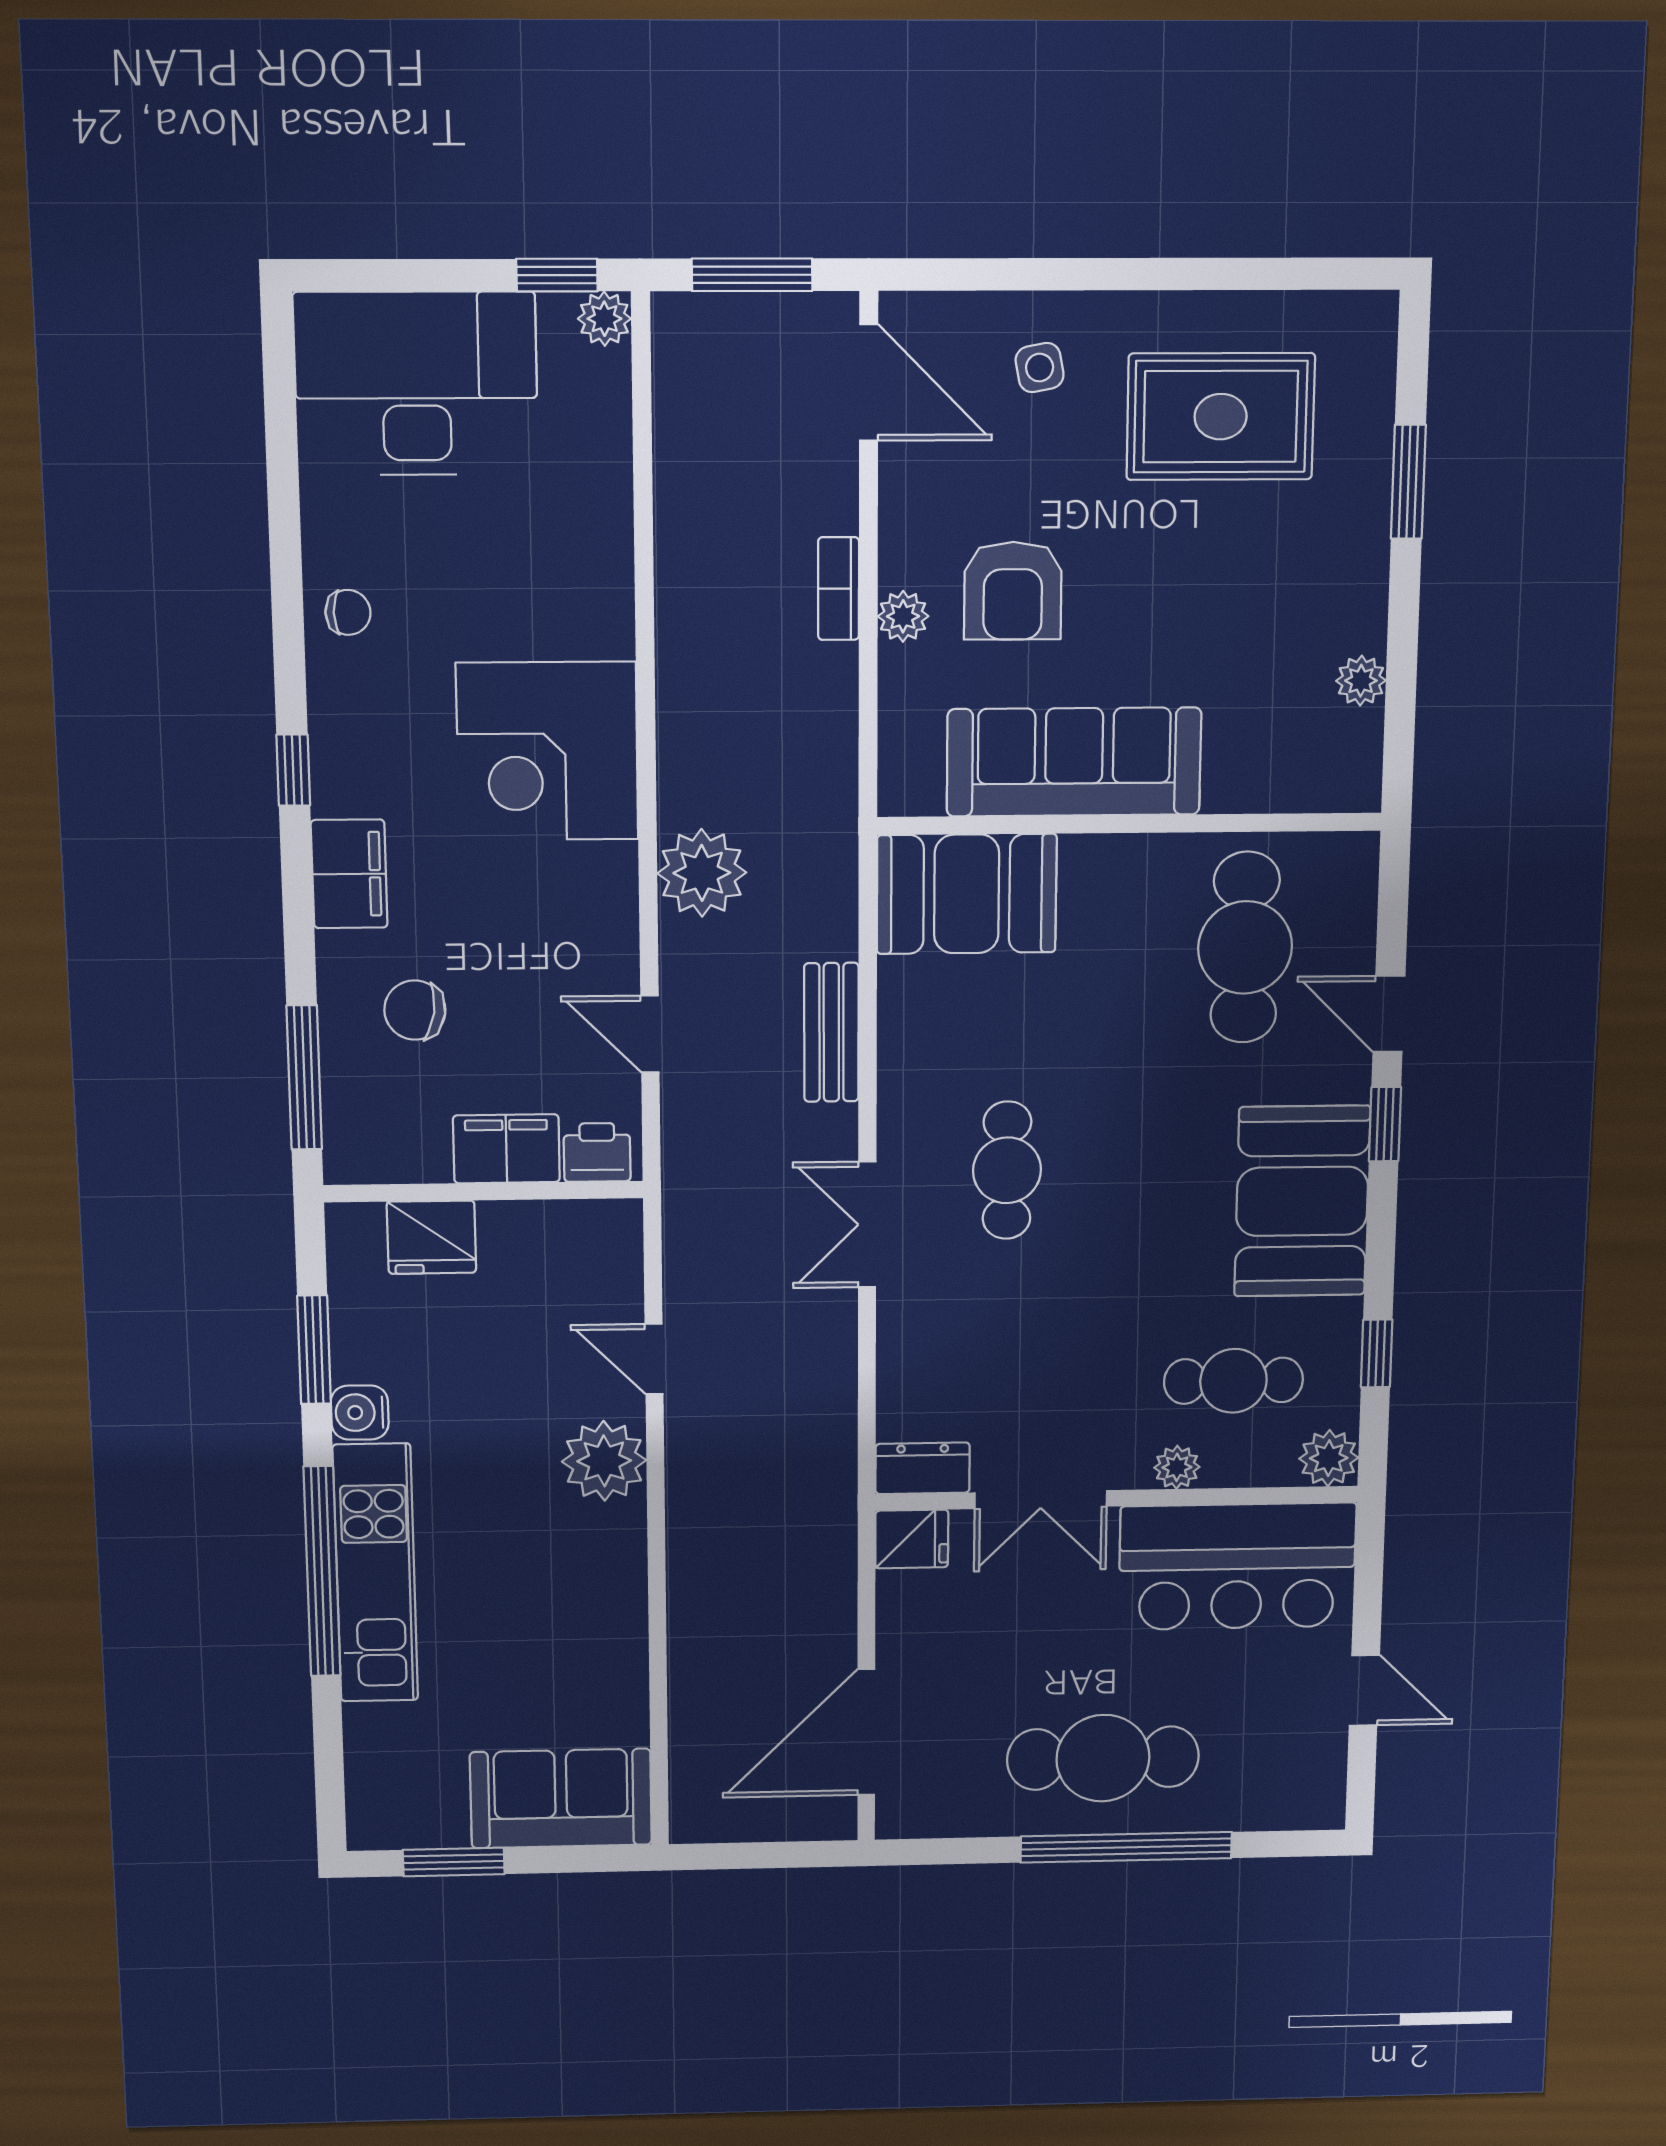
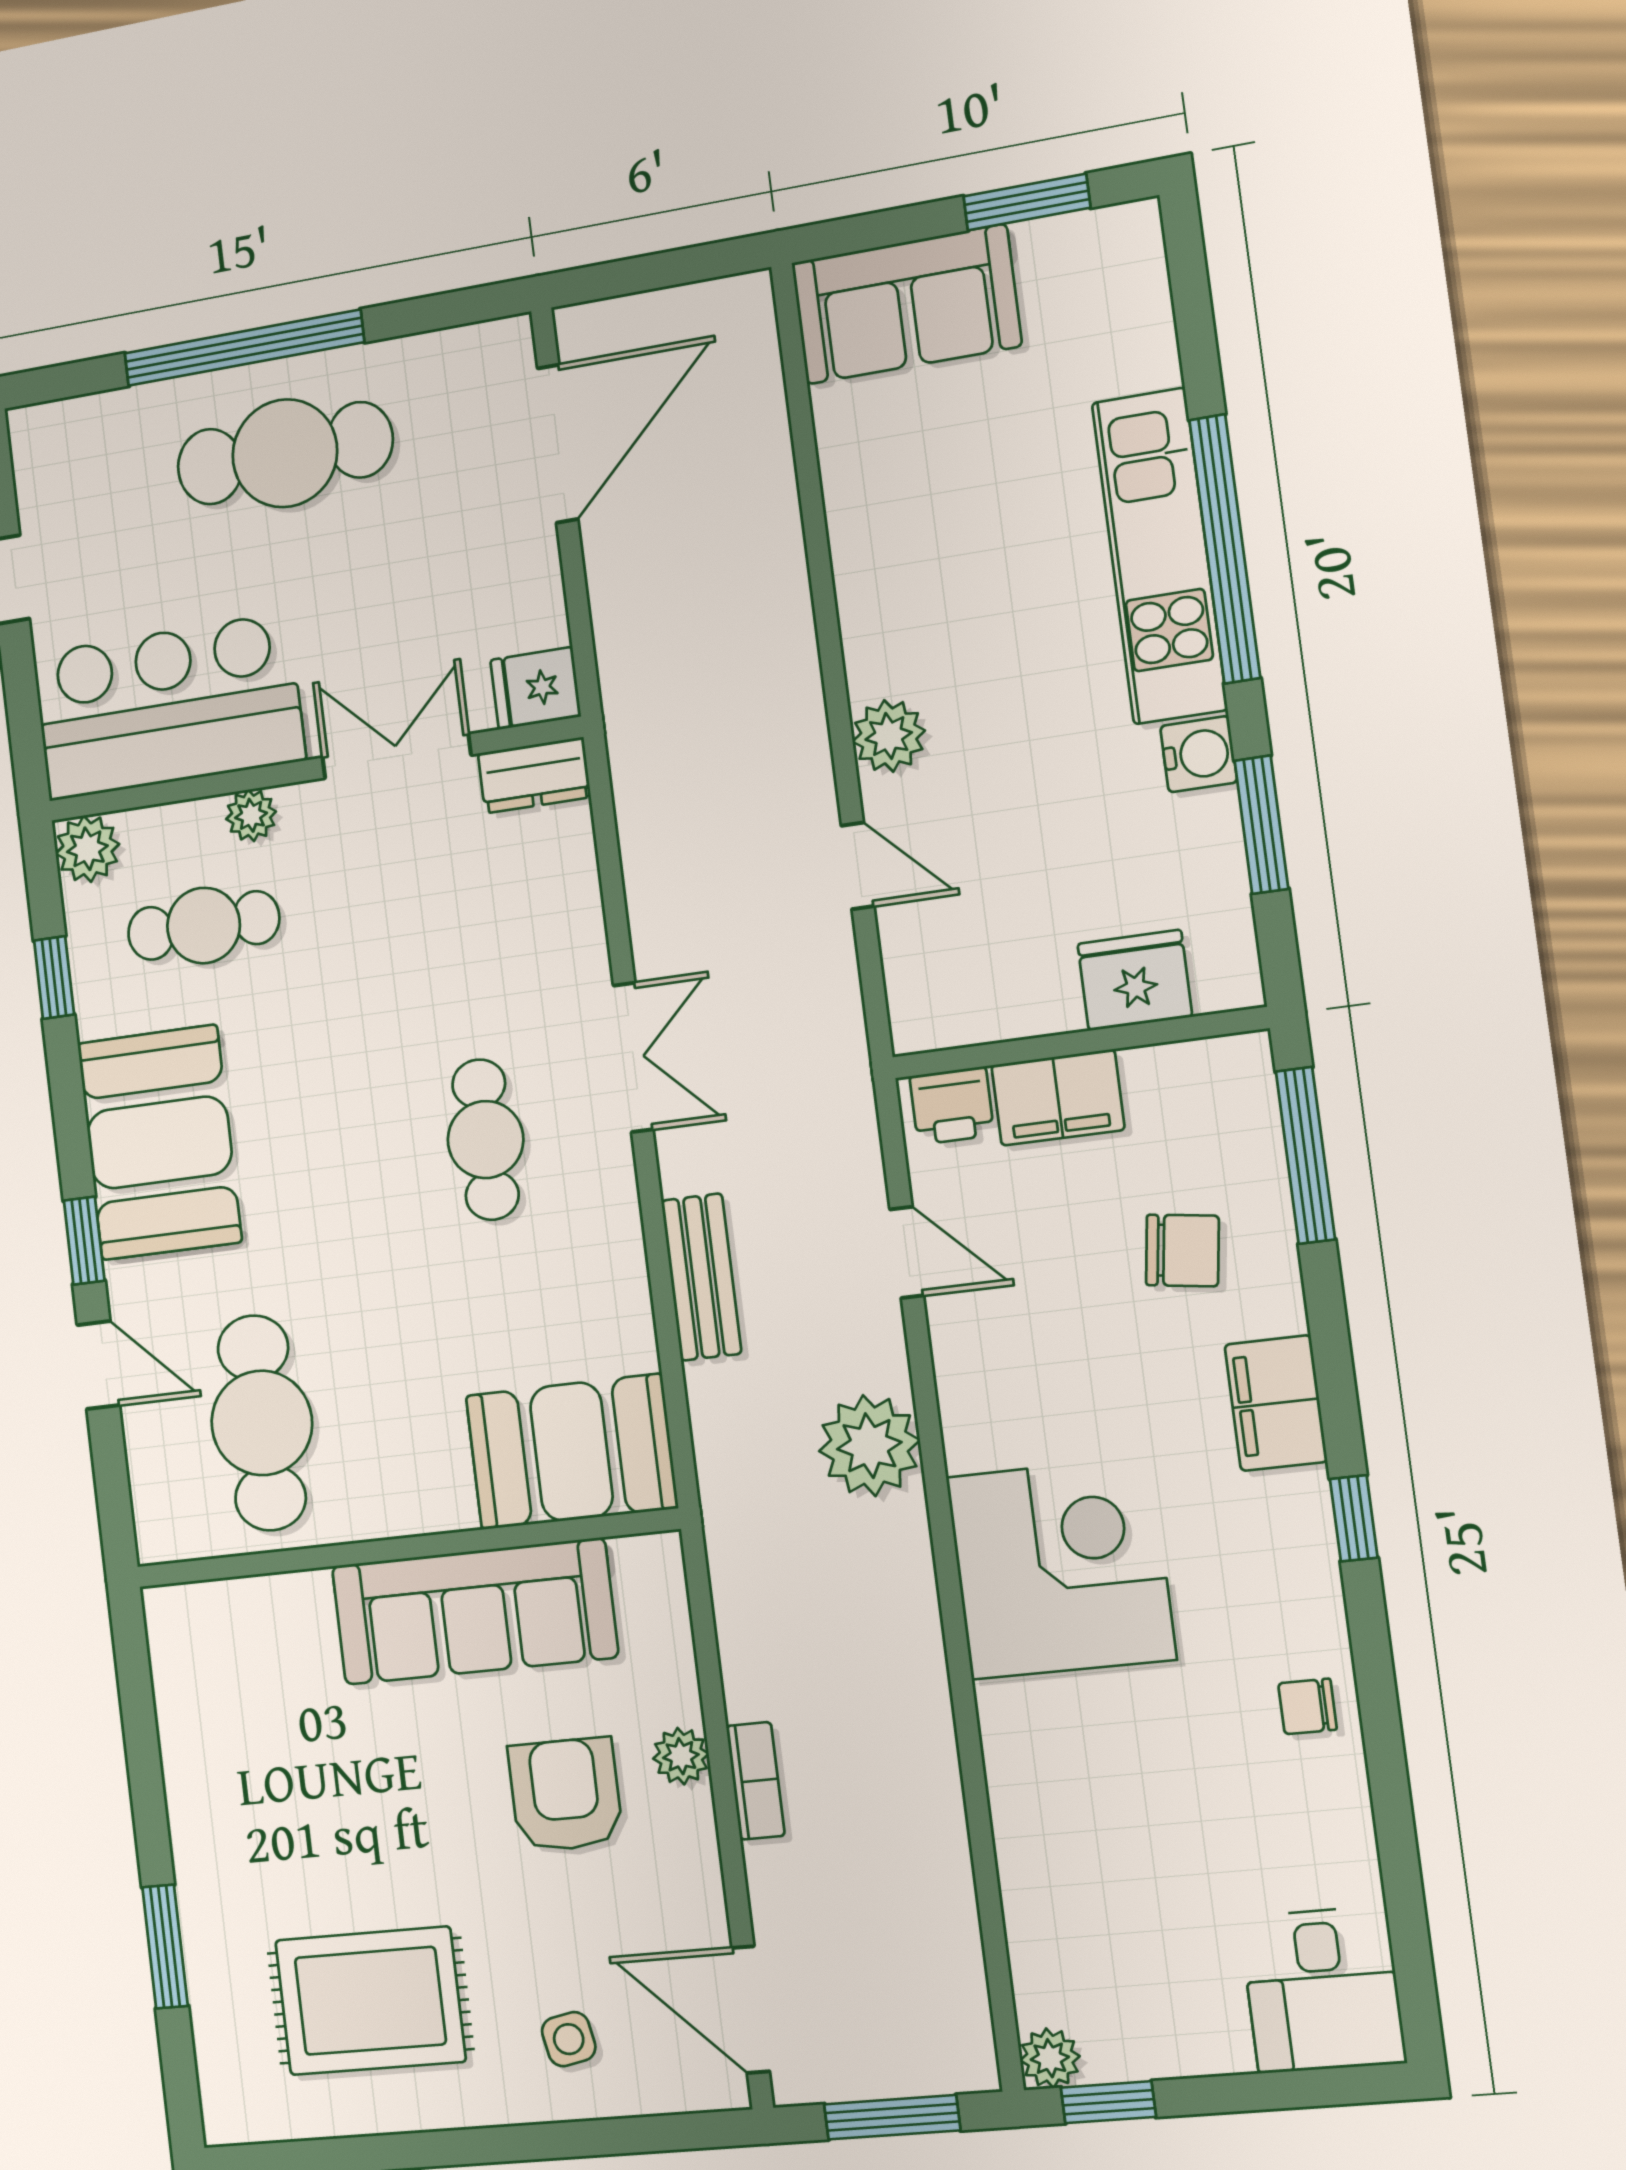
desk: (416, 384) -> (1322, 1990), width x0.53, depth x0.77
plant: (1361, 681) -> (182, 1729), removed
plant: (604, 1461) -> (889, 736), width x0.73, depth x0.73

